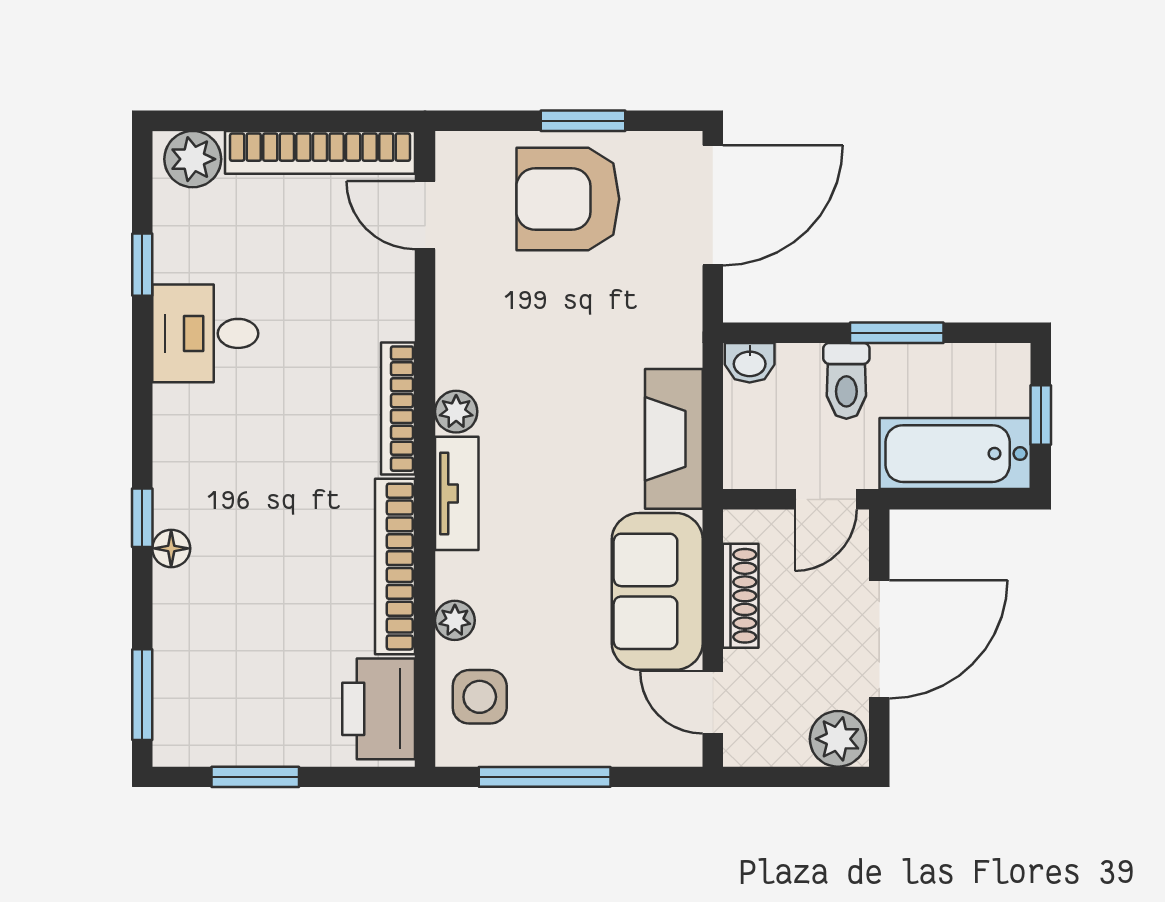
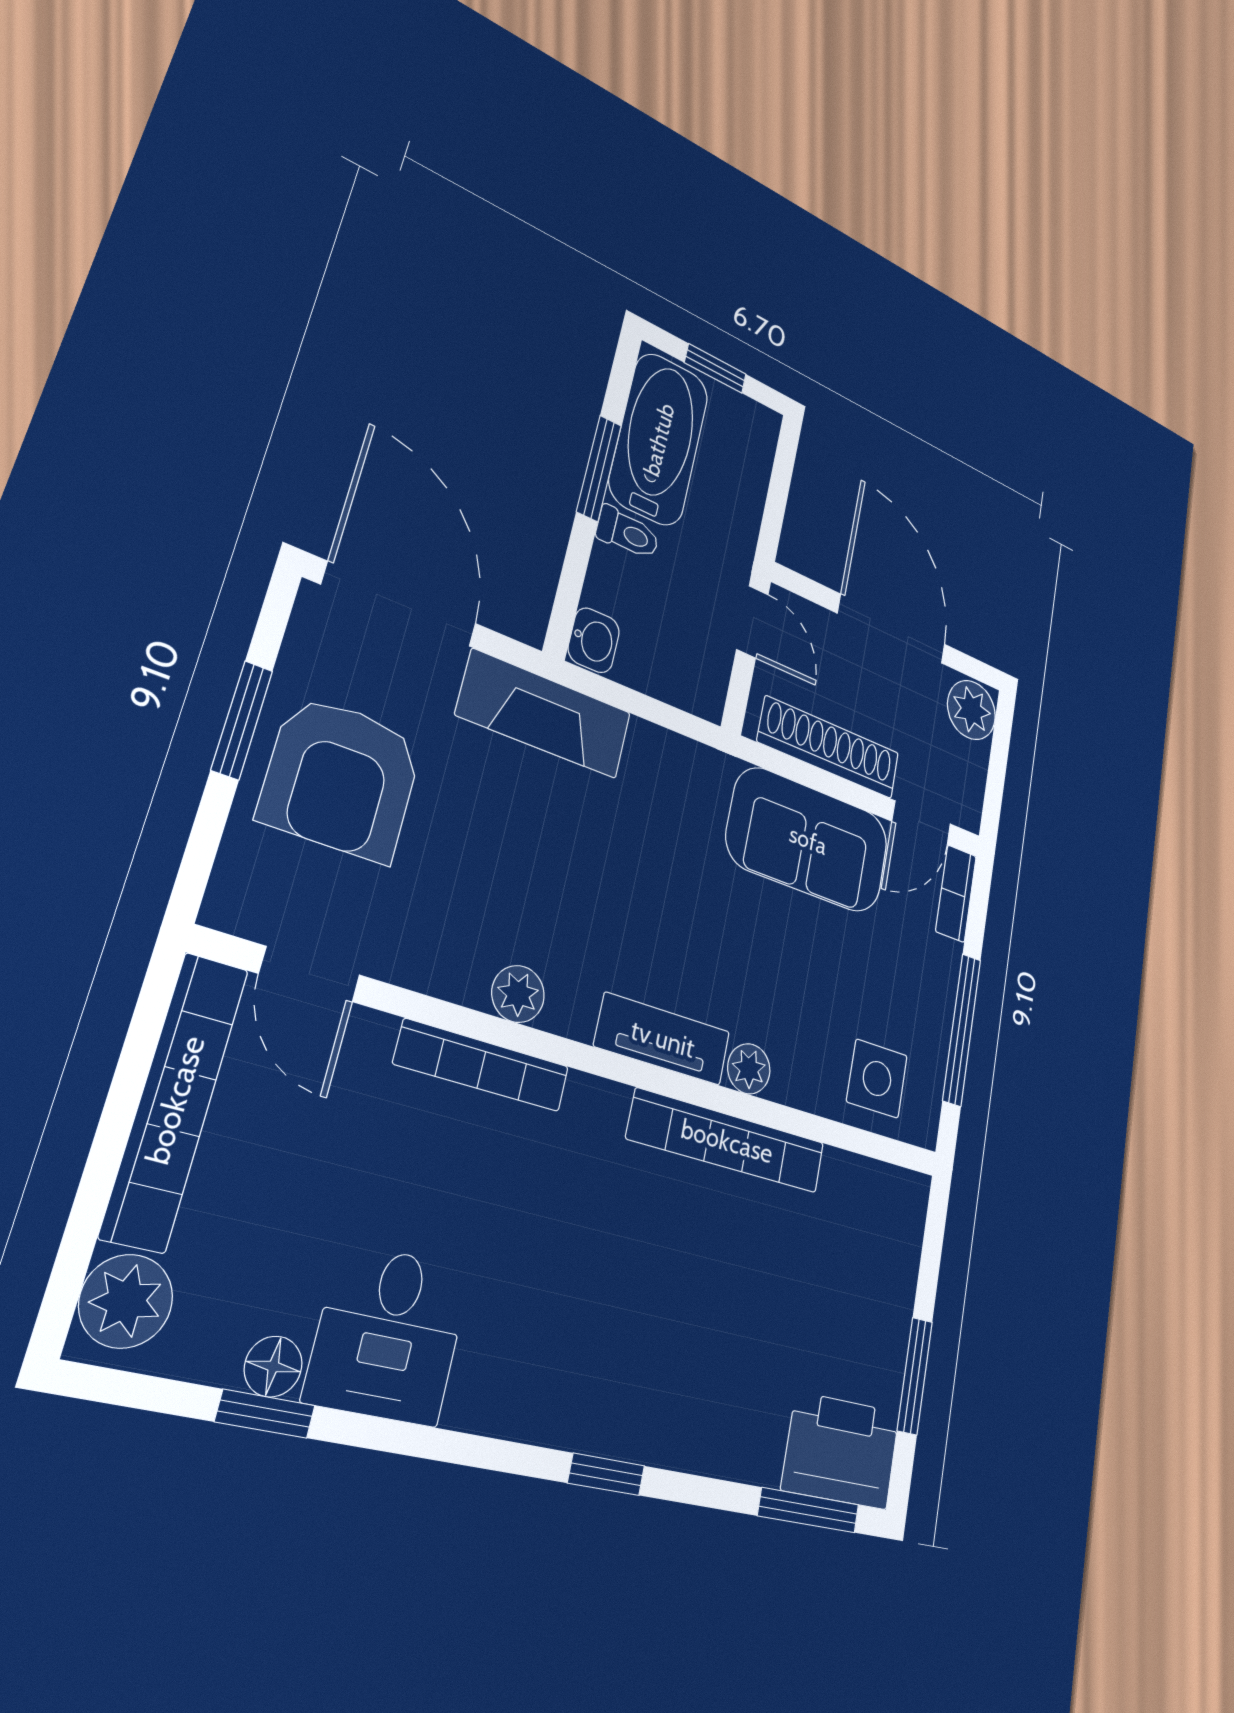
door: (425, 215) -> (310, 974), hinge flipped
toilet: (846, 381) -> (628, 533), width x0.73, depth x0.72
bookcase: (398, 409) -> (482, 1065), moved
plant: (456, 412) -> (518, 994), moved
fireplace: (674, 439) -> (545, 714), moved
bathtub: (955, 454) -> (659, 439), moved, turned 180
floor lamp: (171, 548) -> (273, 1366), moved
shoe rack: (741, 596) -> (829, 747), width x1.36, depth x1.24
plant: (455, 620) -> (749, 1069), moved
printer: (379, 709) -> (841, 1451), moved, turned 180
bookcase: (662, 750) -> (956, 894), added

